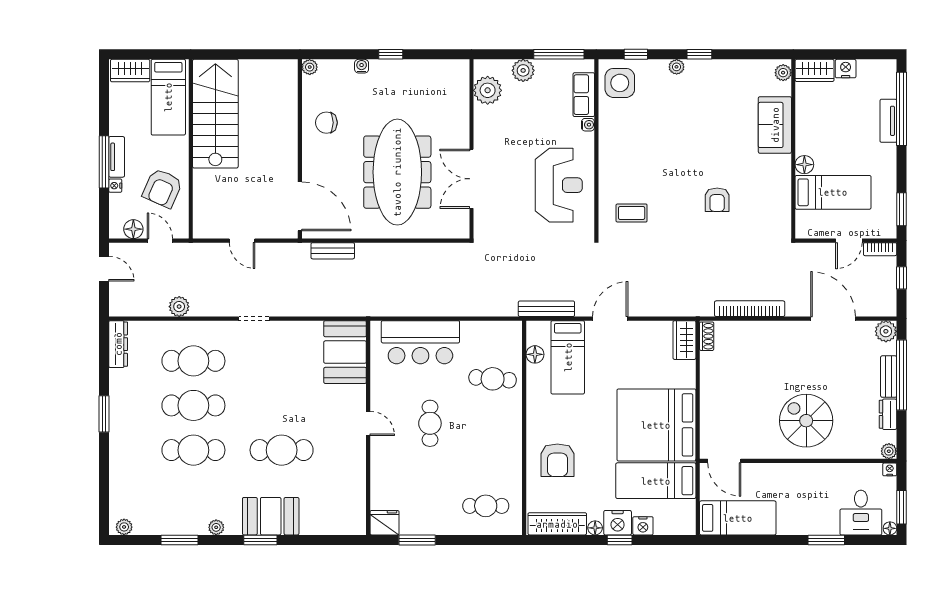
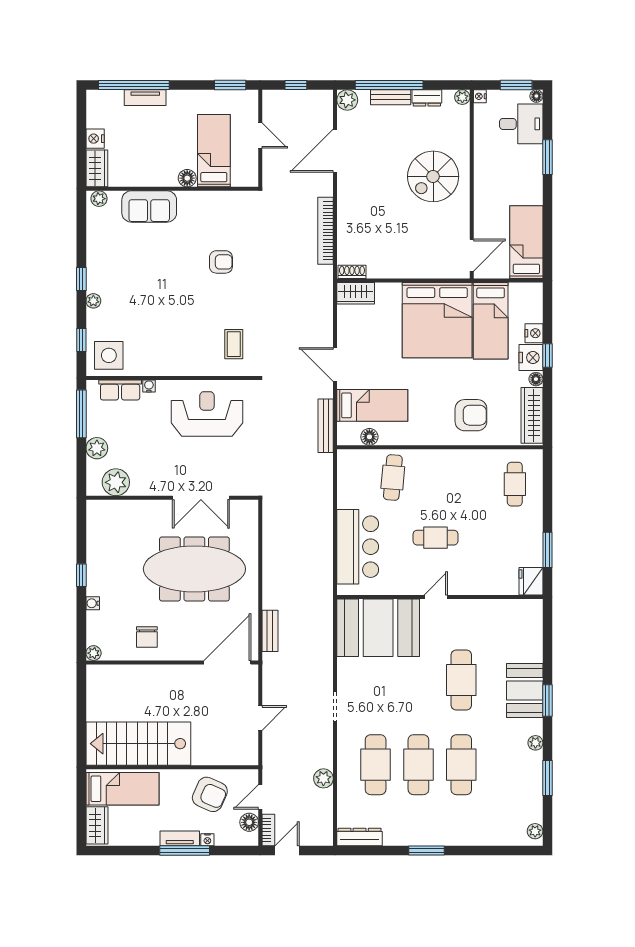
bookcase: (880, 249) -> (268, 830), moved
booth: (345, 352) -> (378, 628), width x1.36, depth x1.42

